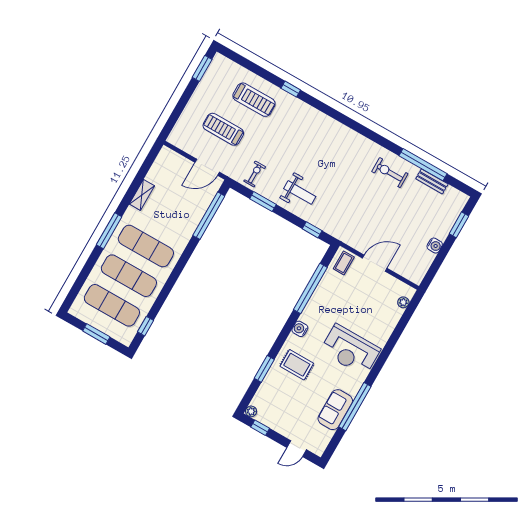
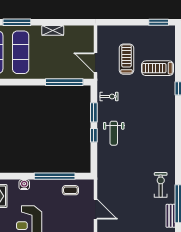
treadmill: (254, 100) -> (157, 68), turned 90
window: (312, 230) -> (94, 135), moved
coffee table: (344, 263) -> (70, 190), moved

